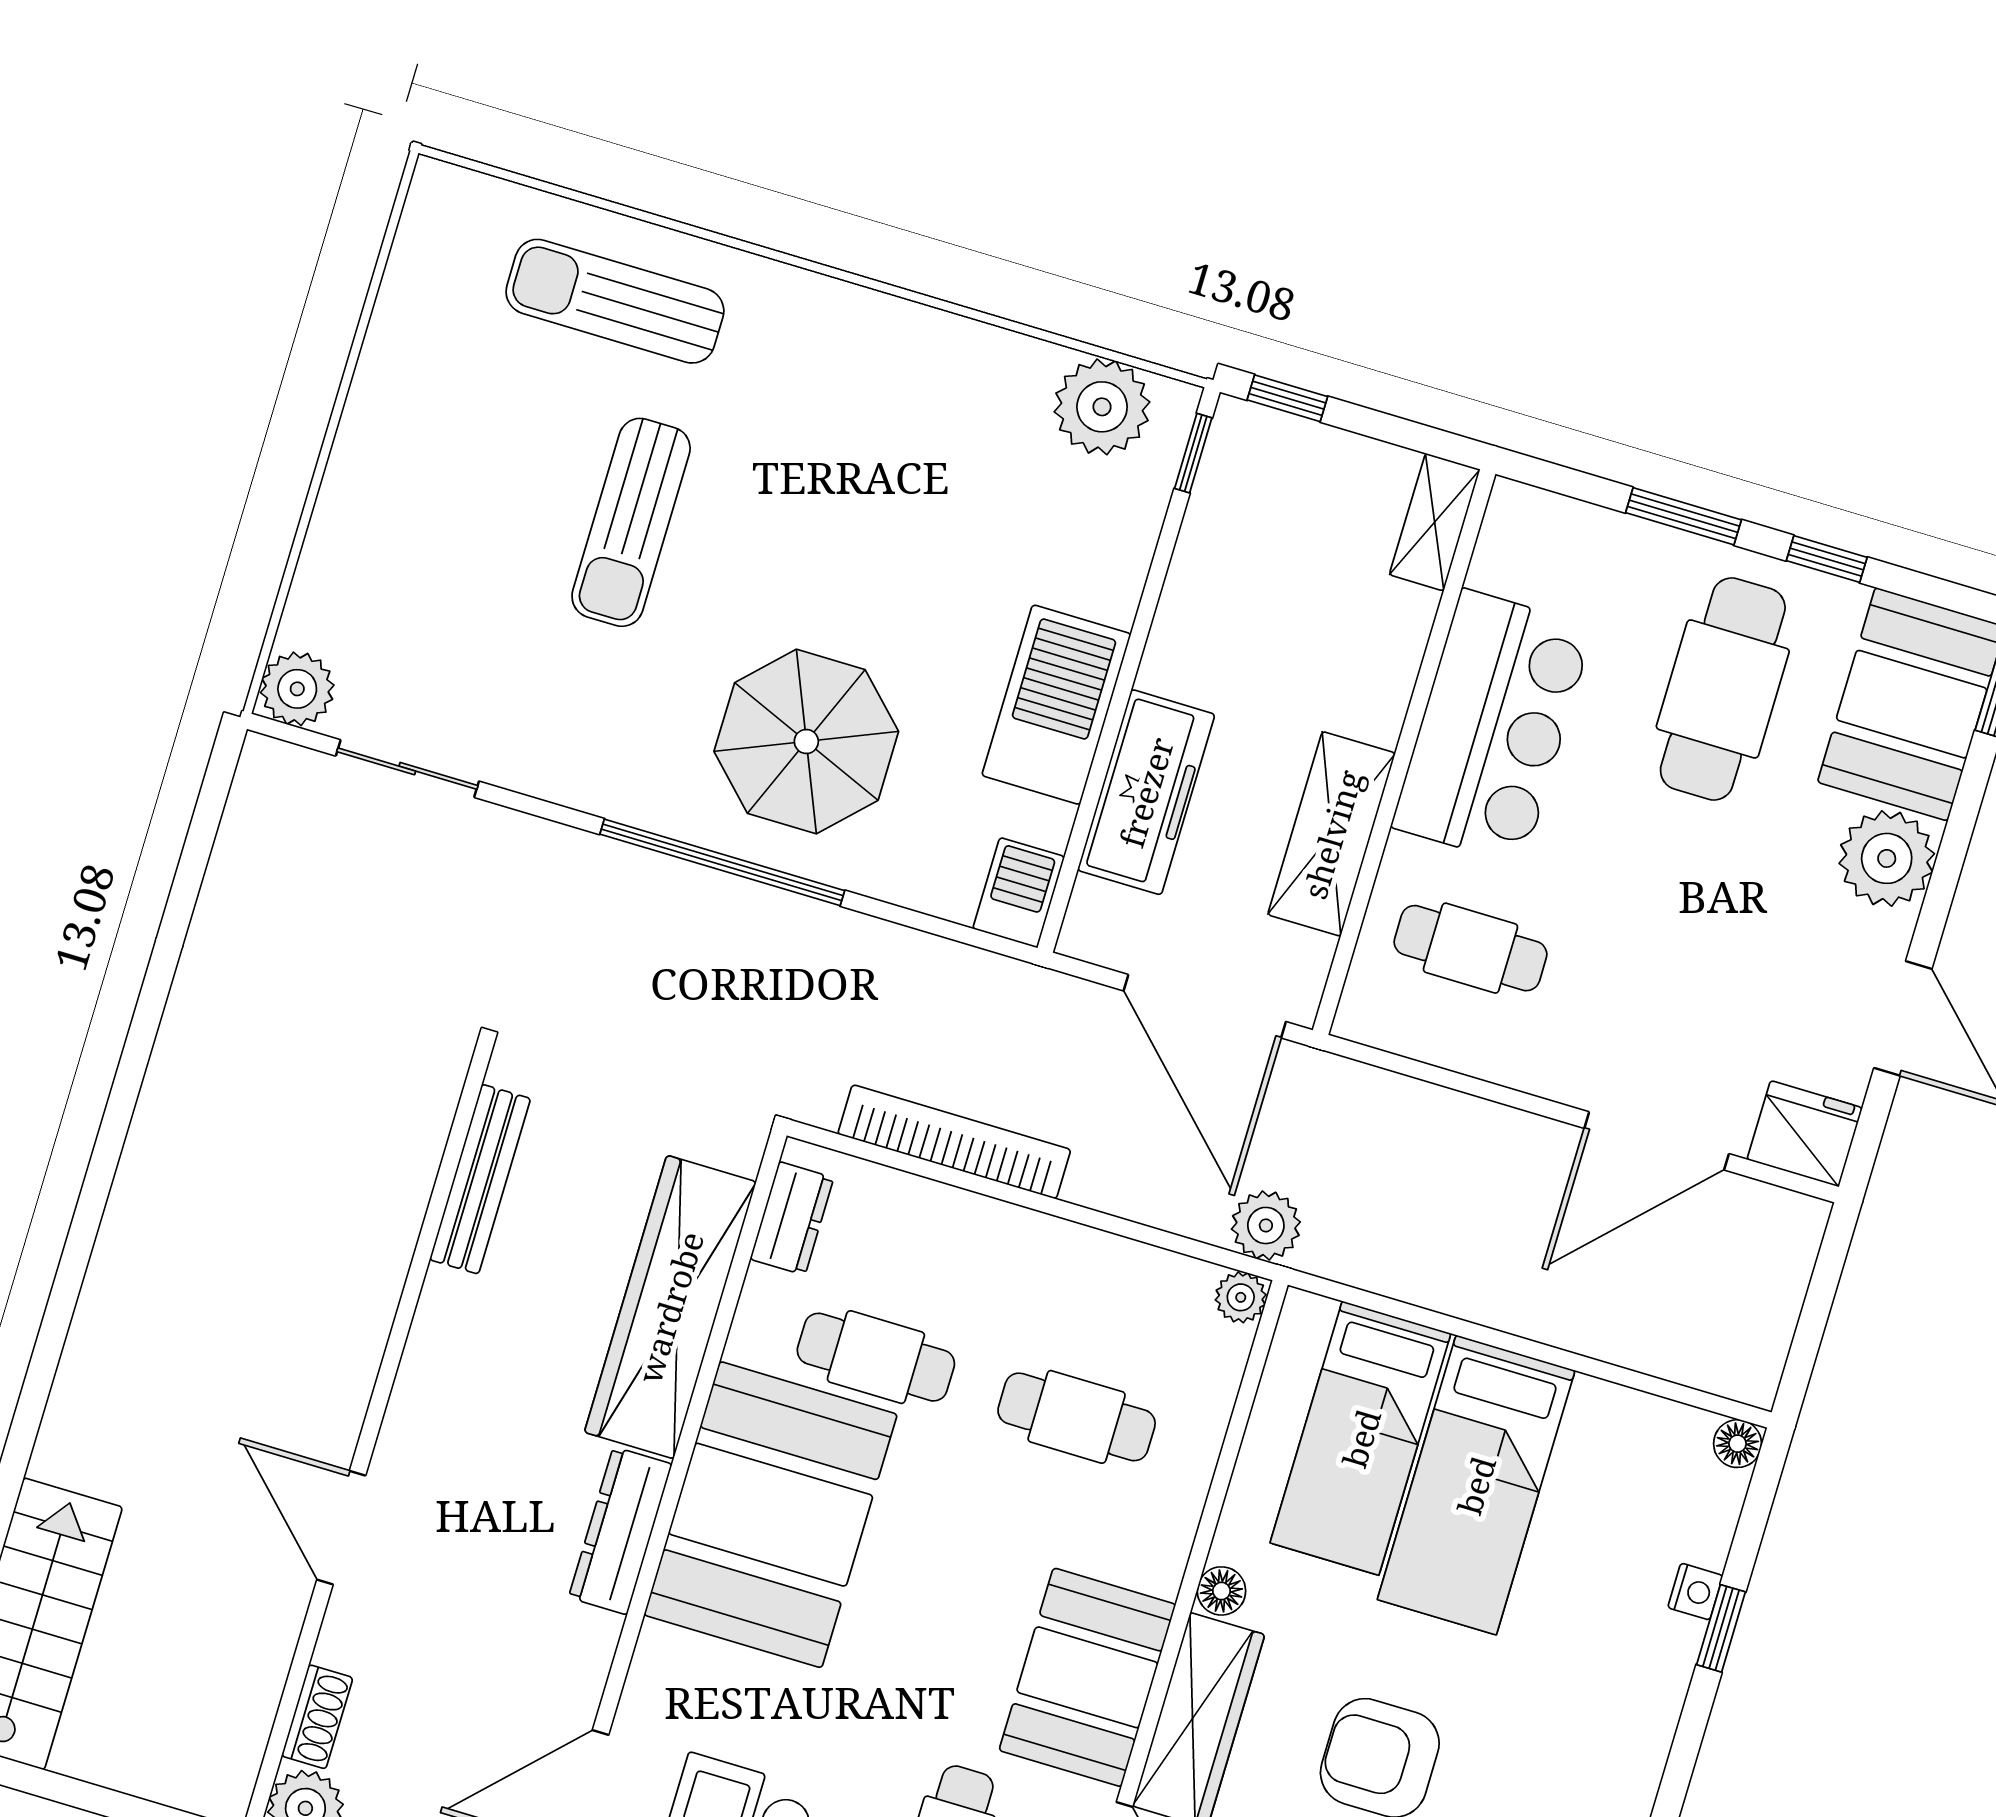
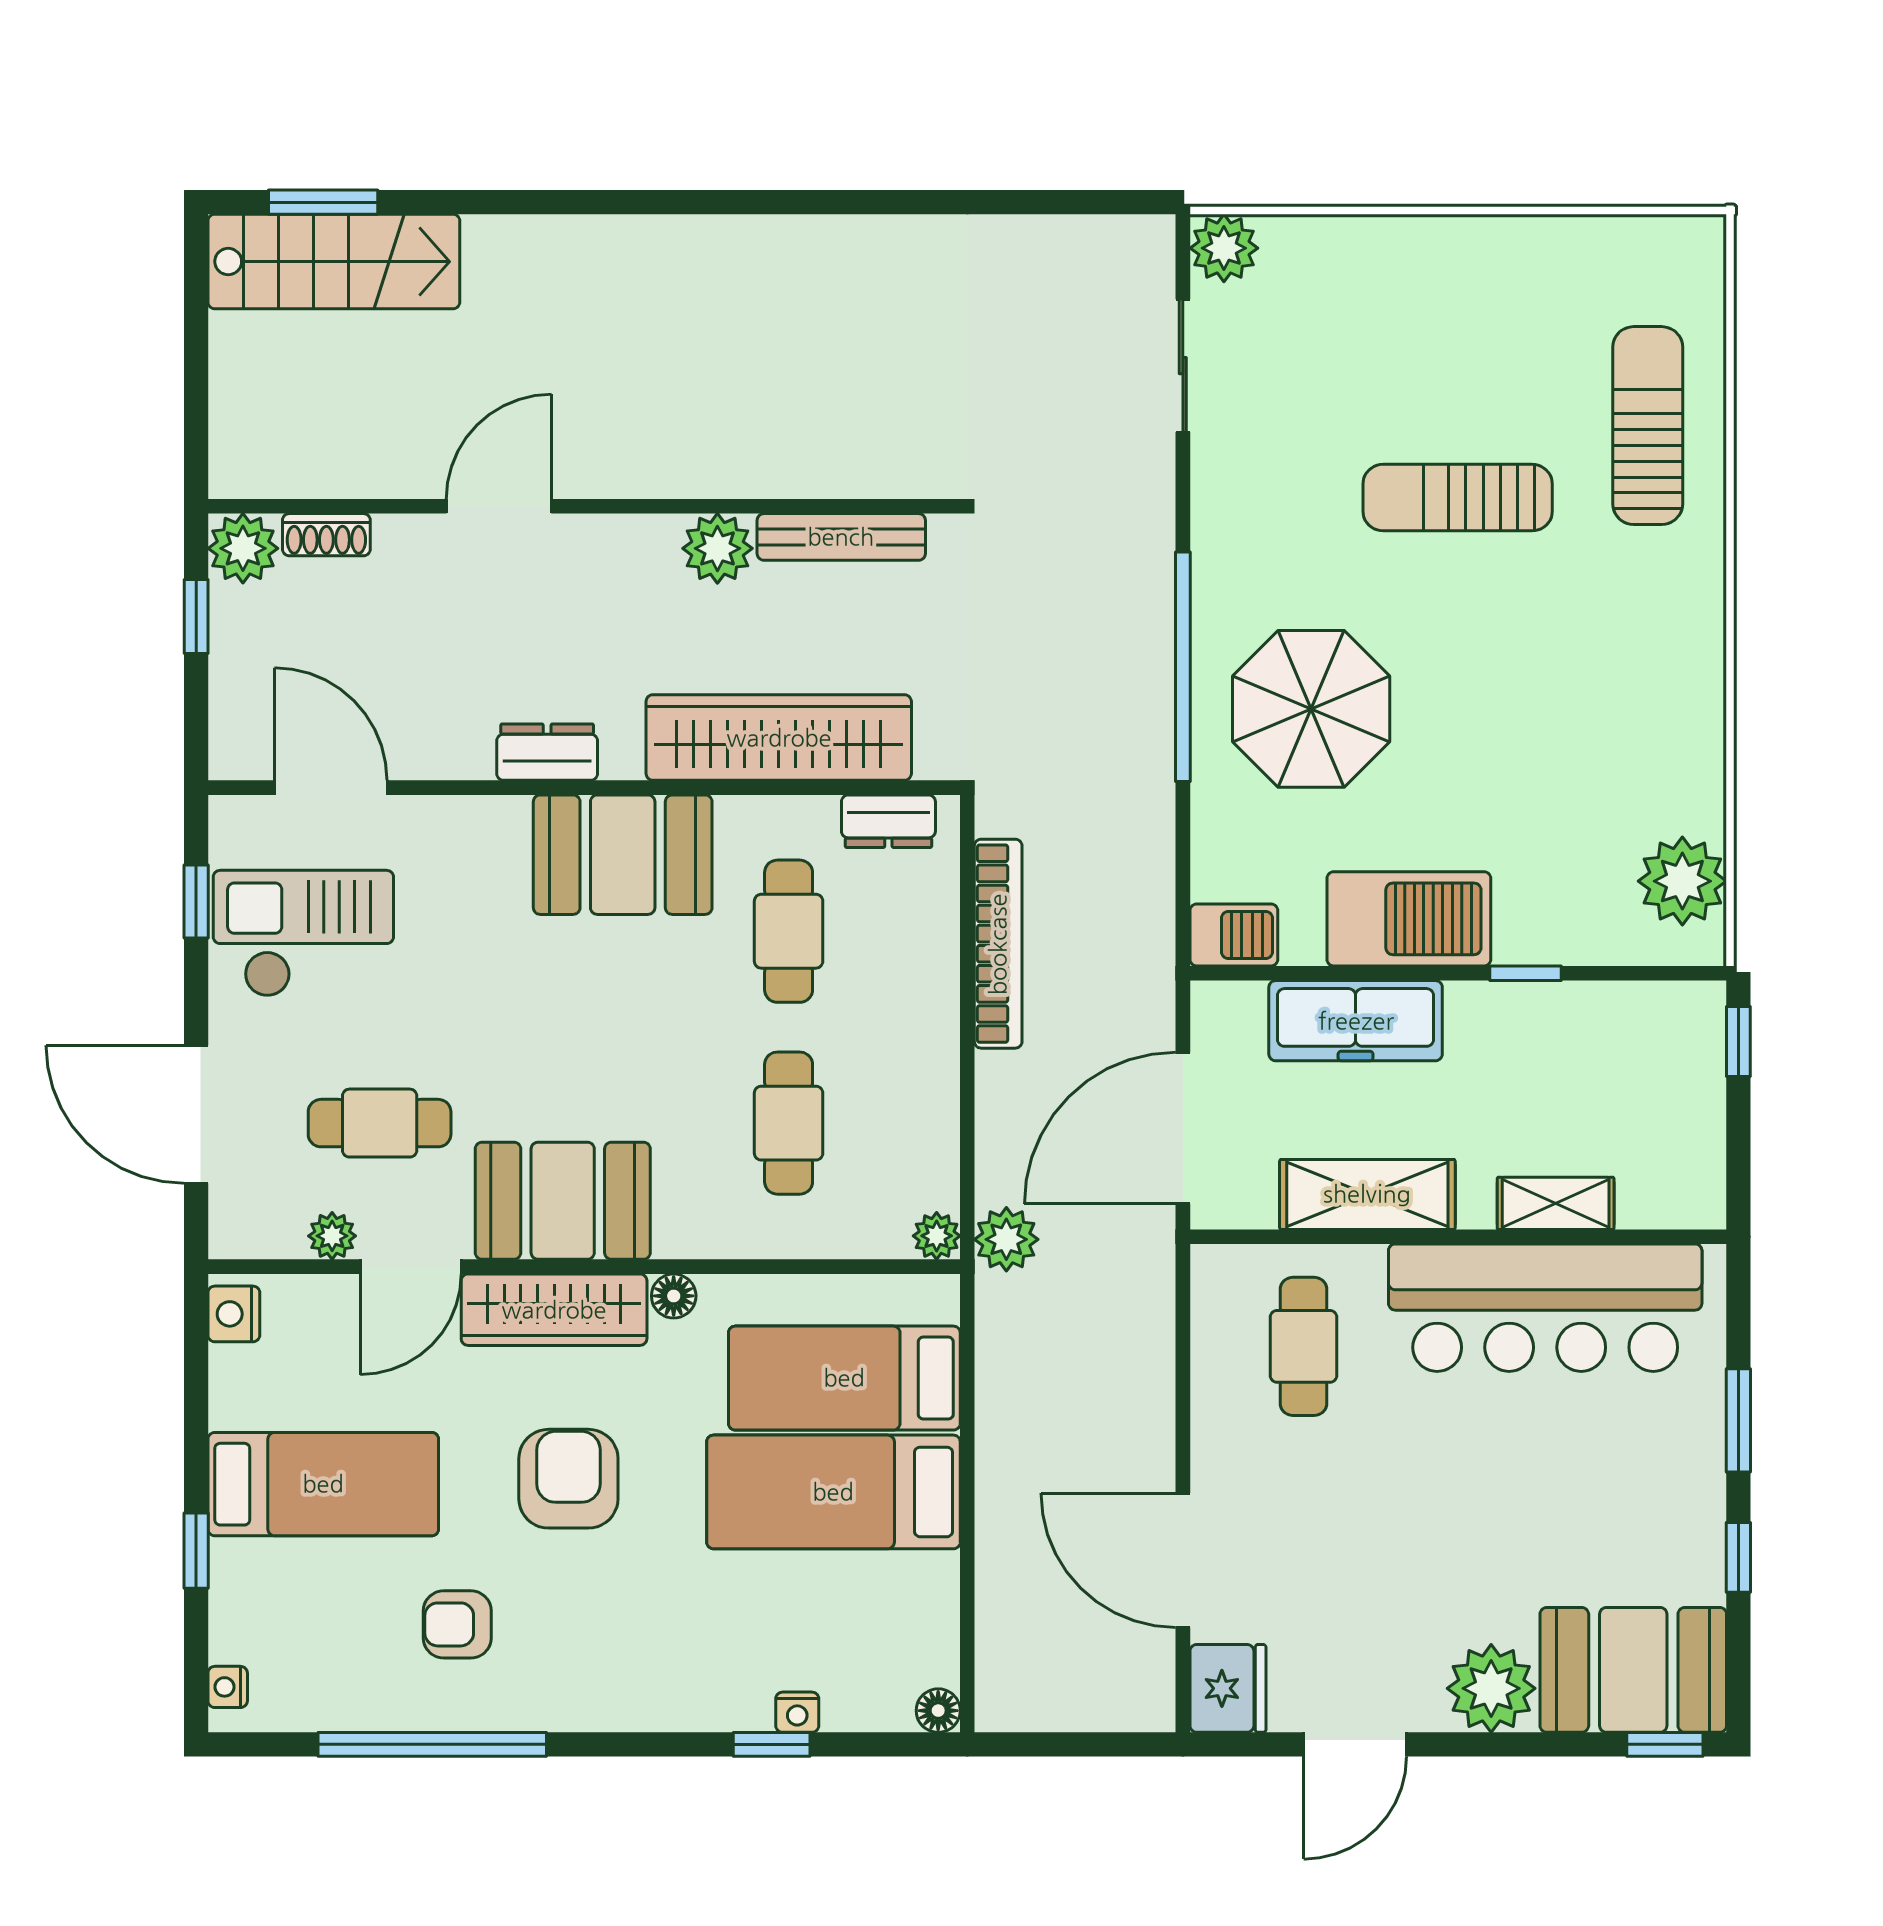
window: (1193, 453) -> (1526, 973), moved
shelving: (1435, 522) -> (1556, 1203), moved
cafe table: (1723, 689) -> (1597, 1500), removed
bar counter: (1492, 727) -> (1545, 1308), width x1.36
plant: (453, 1312) -> (717, 548), added
booth: (771, 1515) -> (623, 855), width x0.73, depth x0.70
dresser: (620, 1531) -> (547, 752), width x0.70

